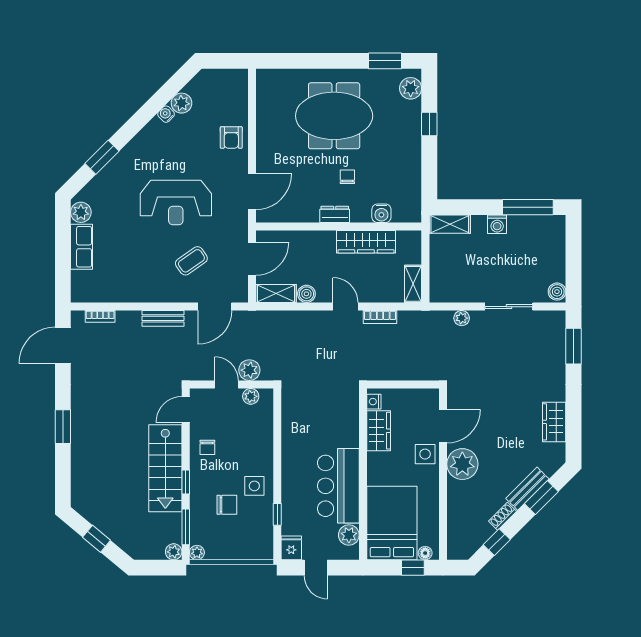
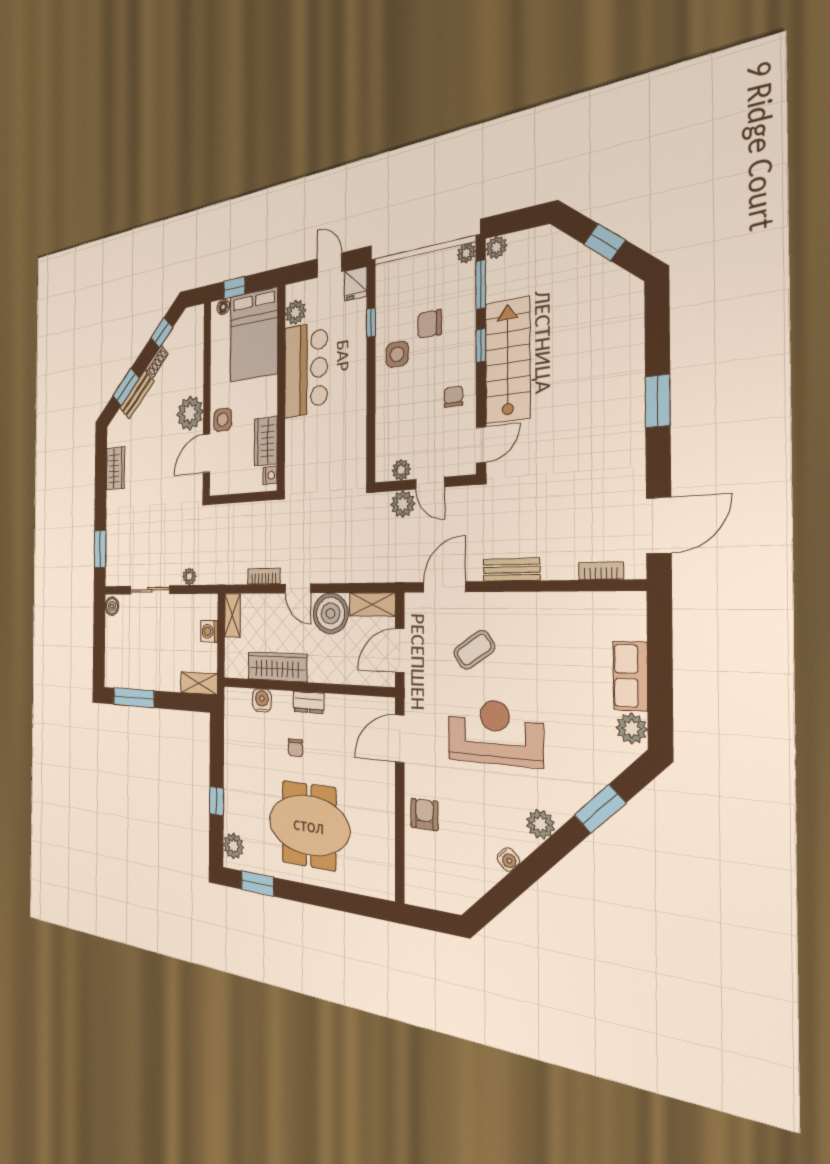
plant: (181, 103) -> (540, 824), moved
washing machine: (497, 224) -> (209, 631), moved, turned -90
boiler: (306, 294) -> (331, 613), width x1.86, depth x1.86

